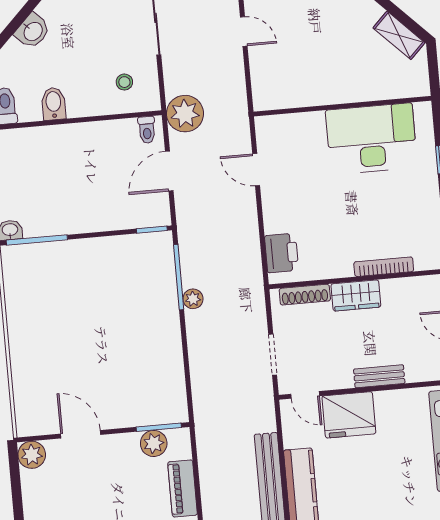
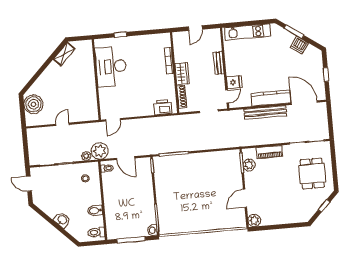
door: (256, 170) -> (113, 120), moved
plant: (193, 299) -> (86, 156), moved
fridge: (349, 415) -> (234, 82), width x0.53, depth x0.75

